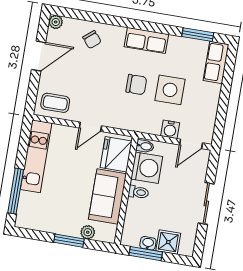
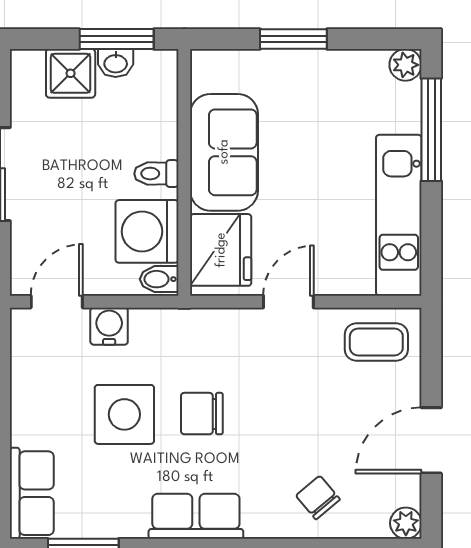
plant: (88, 232) -> (405, 65), moved

